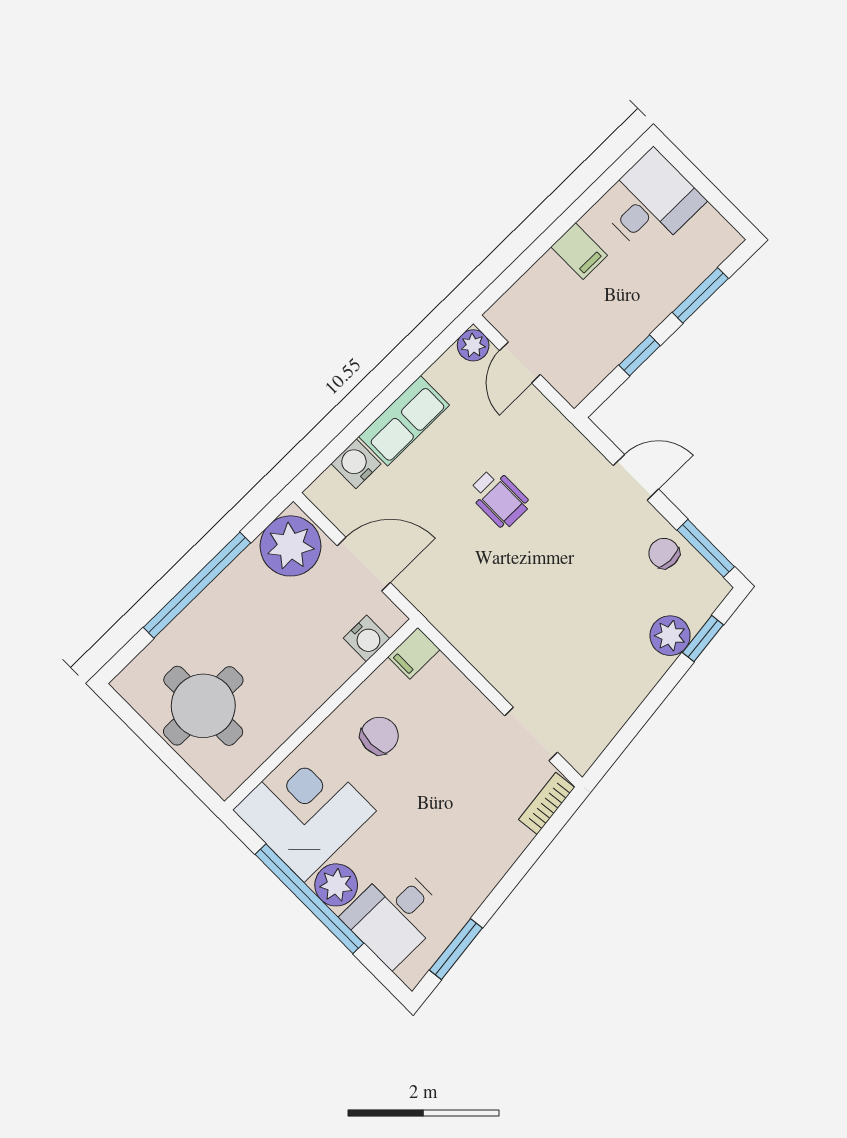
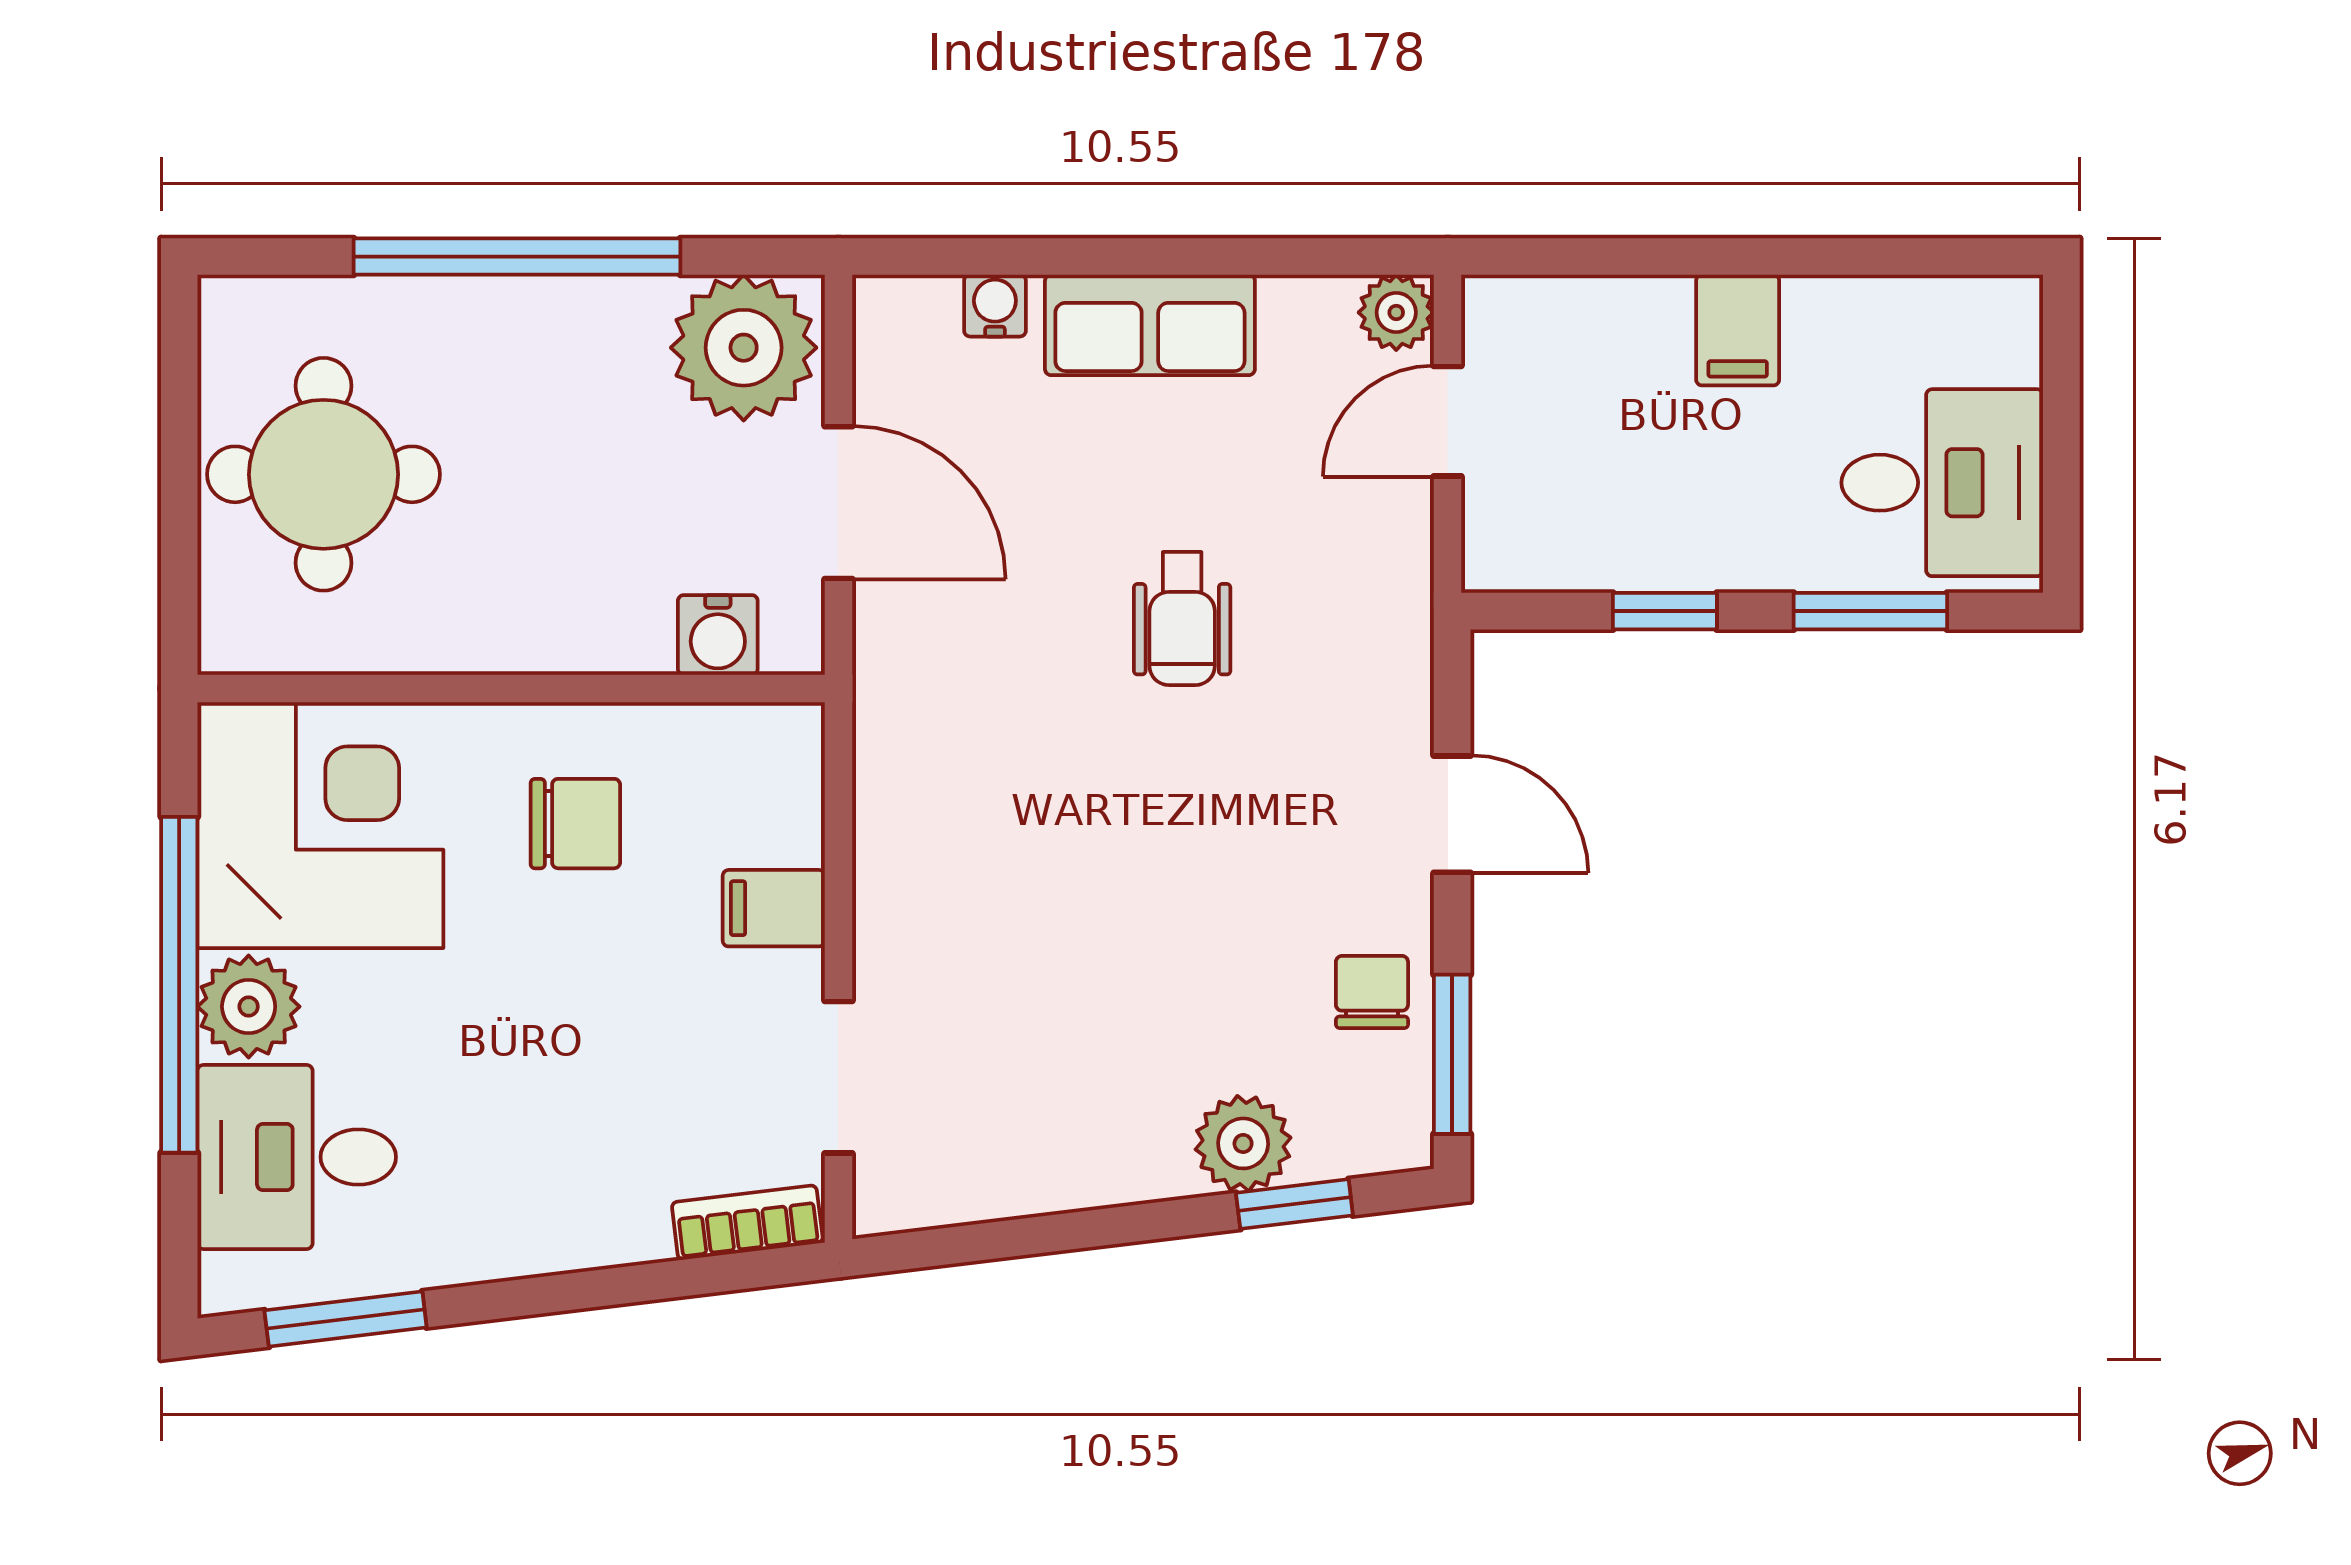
desk: (651, 203) -> (1942, 483), moved
water cooler: (356, 464) -> (995, 306), width x0.72, depth x0.72
filing cabinet: (414, 653) -> (774, 908), moved

